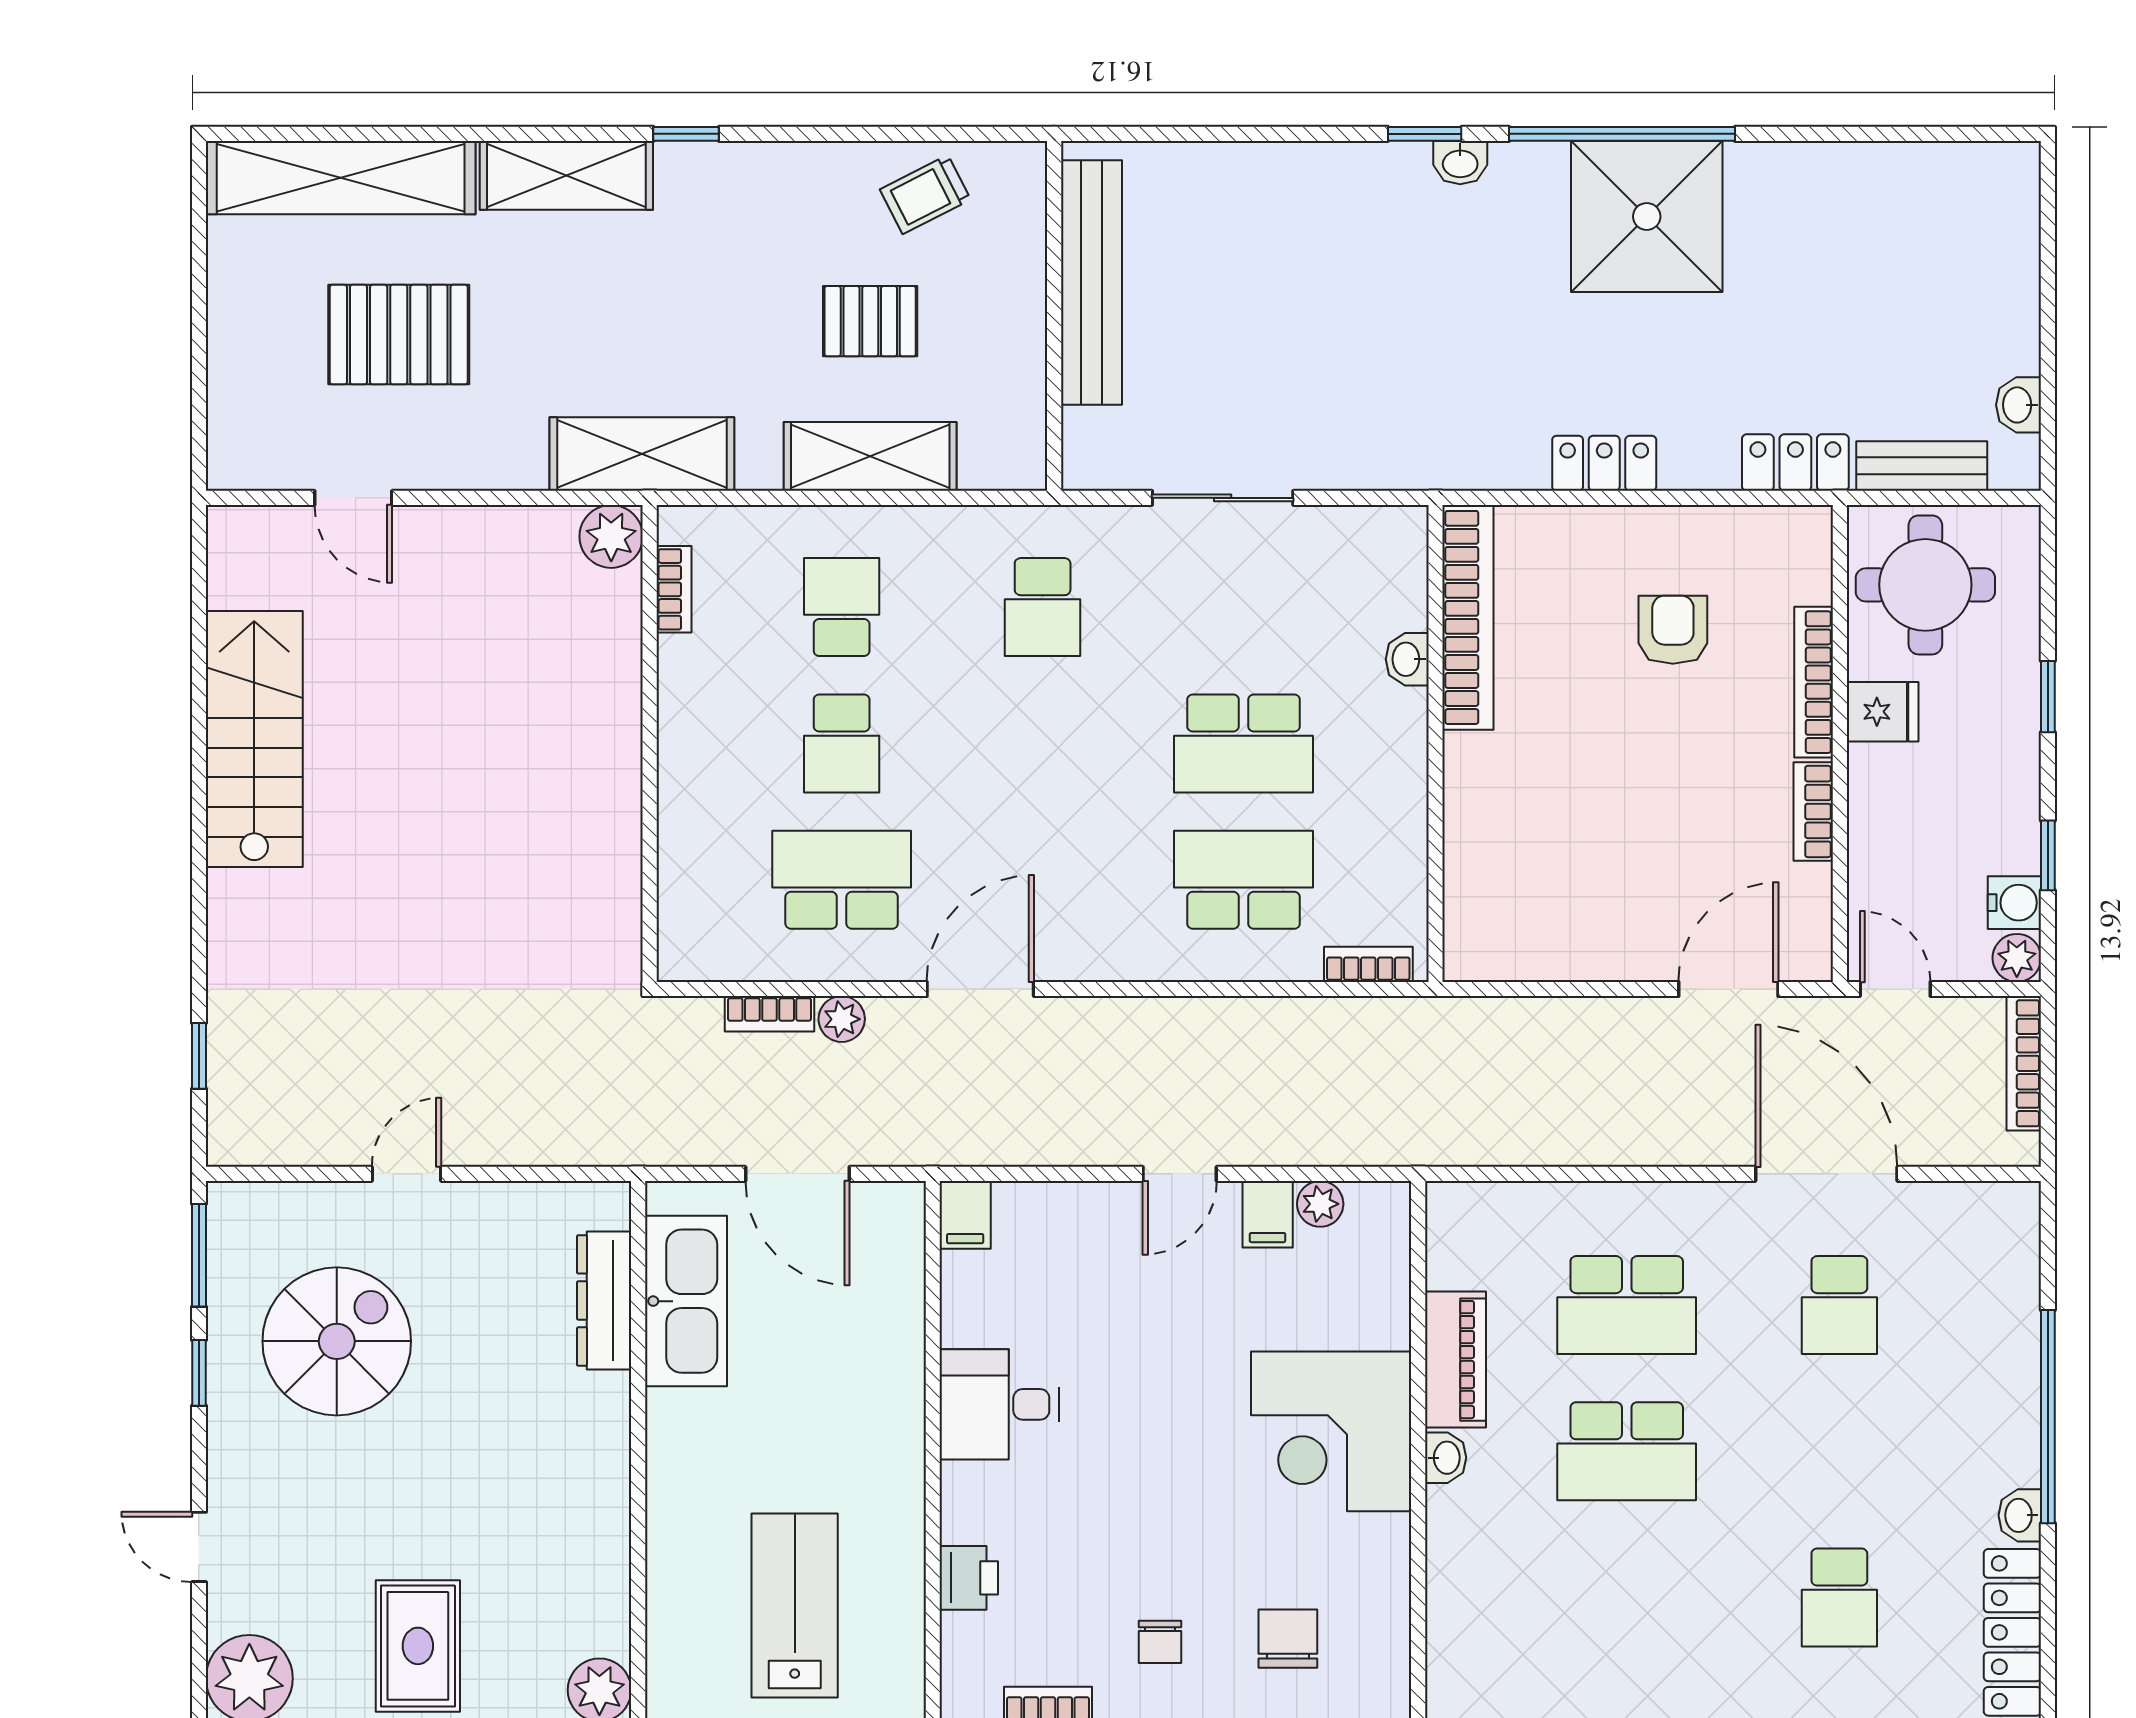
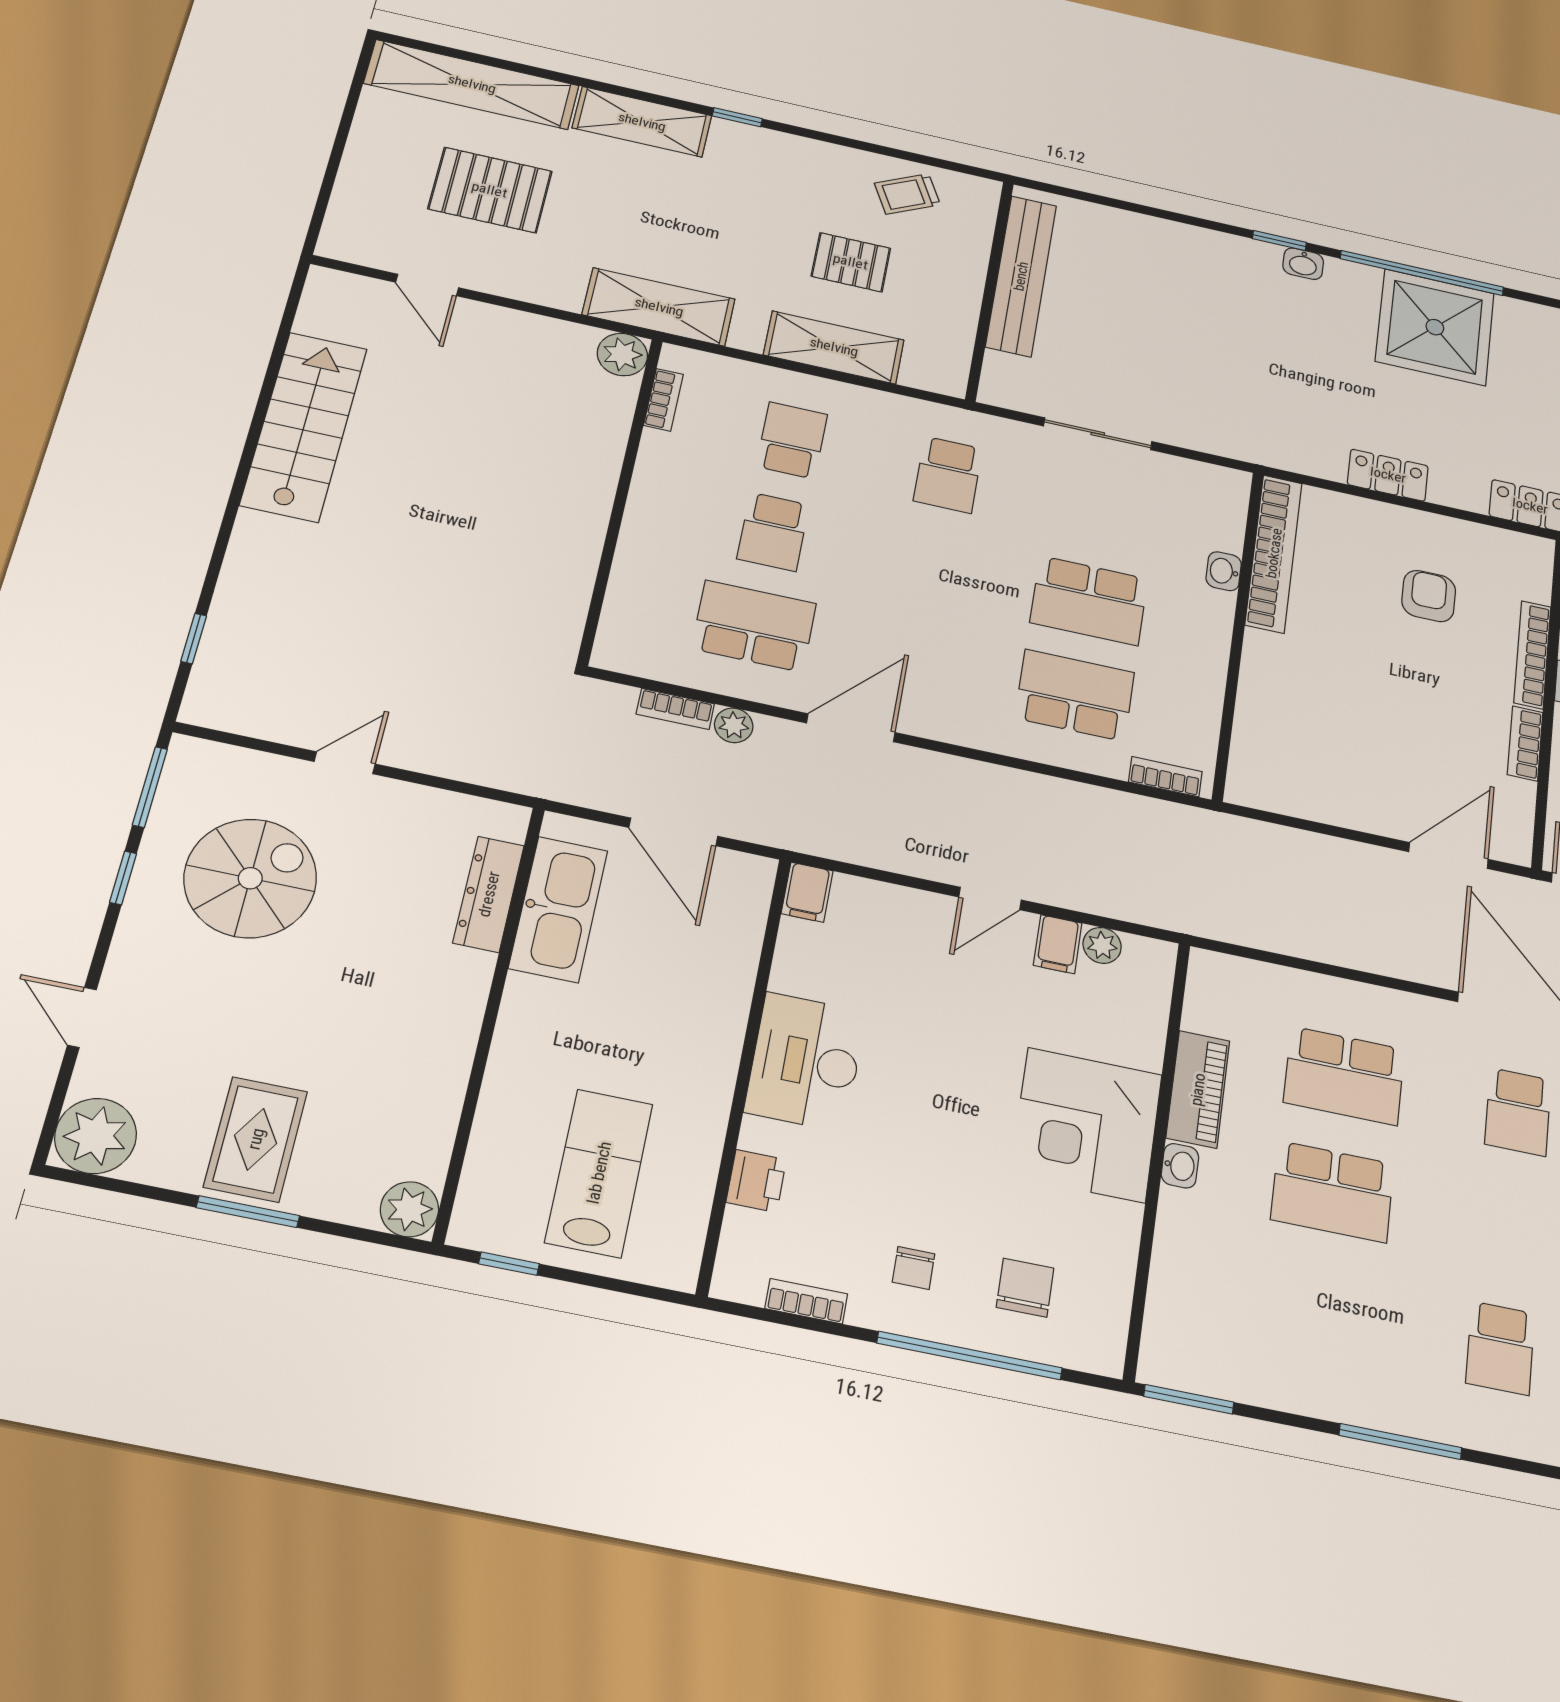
desk: (999, 1404) -> (805, 1062), width x1.37

